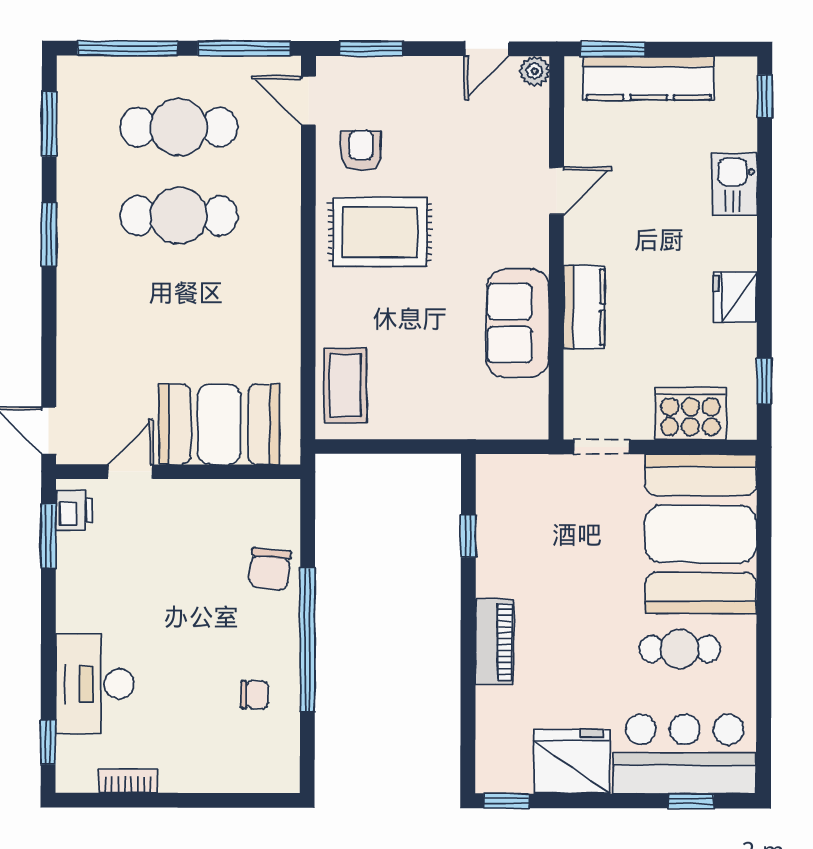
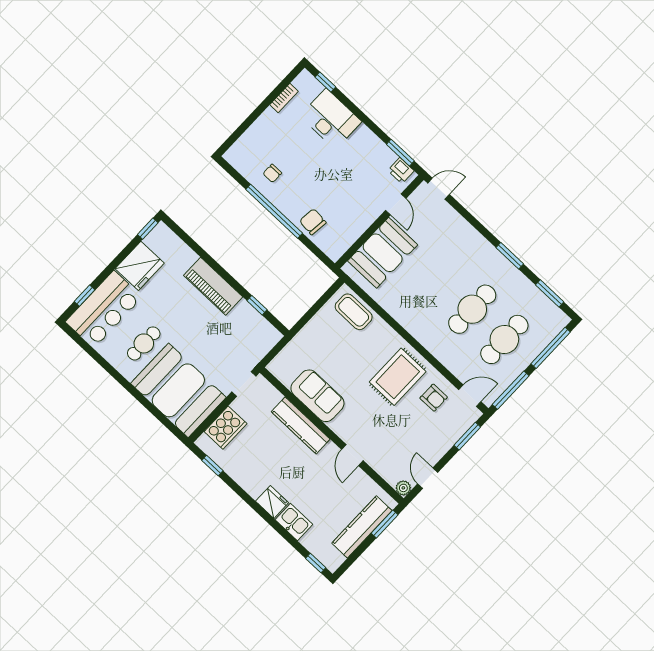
fridge: (735, 297) -> (272, 502), moved
kitchen counter: (584, 307) -> (301, 425), width x1.50
piano: (494, 642) -> (213, 286), width x1.37, depth x1.33

